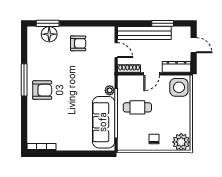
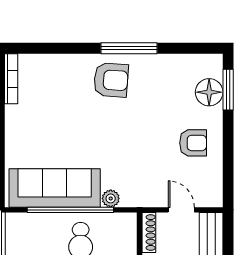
armchair: (78, 43) -> (193, 143), turned -90
door: (116, 50) -> (181, 210), swing flipped
armchair: (42, 90) -> (111, 80), turned -86

